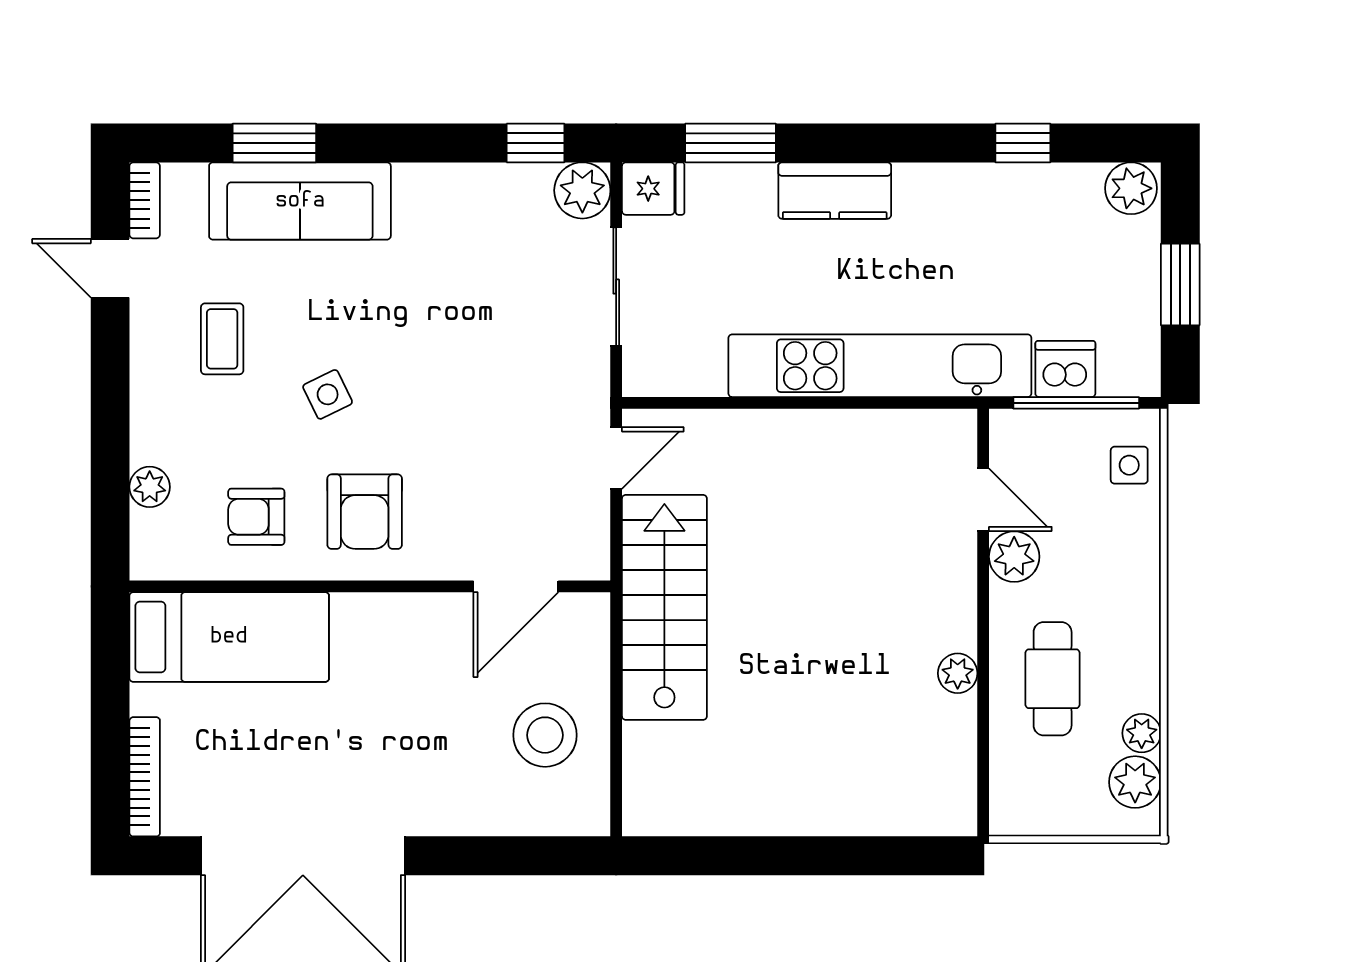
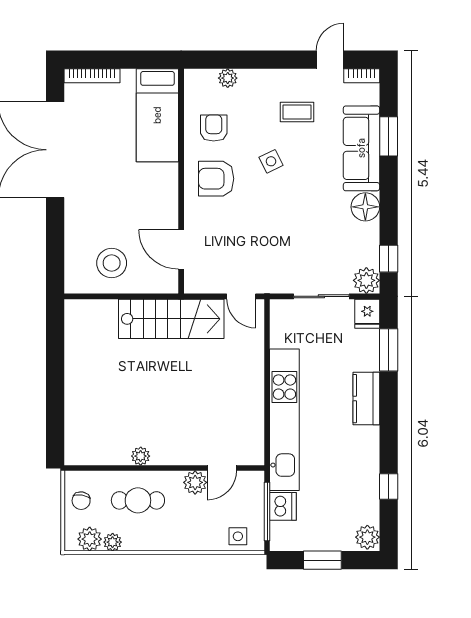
floor lamp: (425, 193) -> (365, 207), added
chair: (1053, 800) -> (81, 501), added

